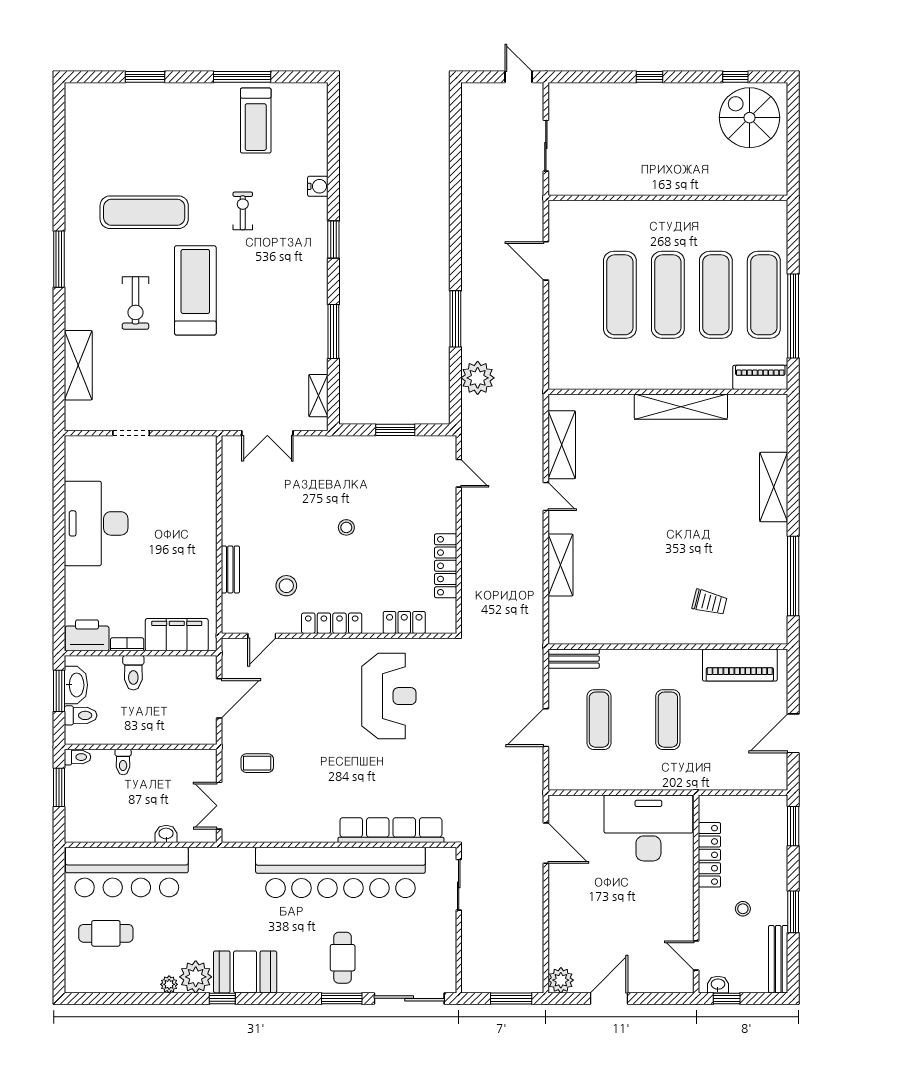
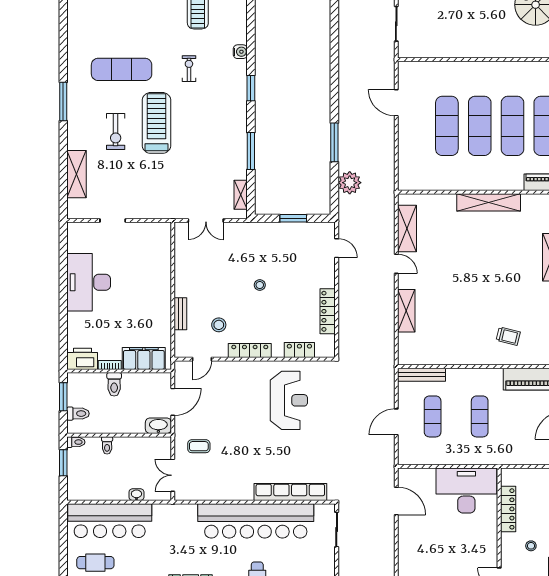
bench: (574, 659) -> (422, 375), width x1.36
washbasin: (76, 685) -> (158, 426), moved, turned -90

